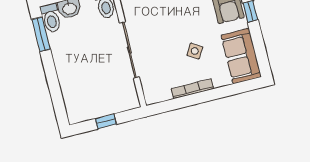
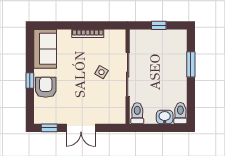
window: (41, 34) -> (191, 64), moved
side table: (195, 51) -> (101, 72), moved

